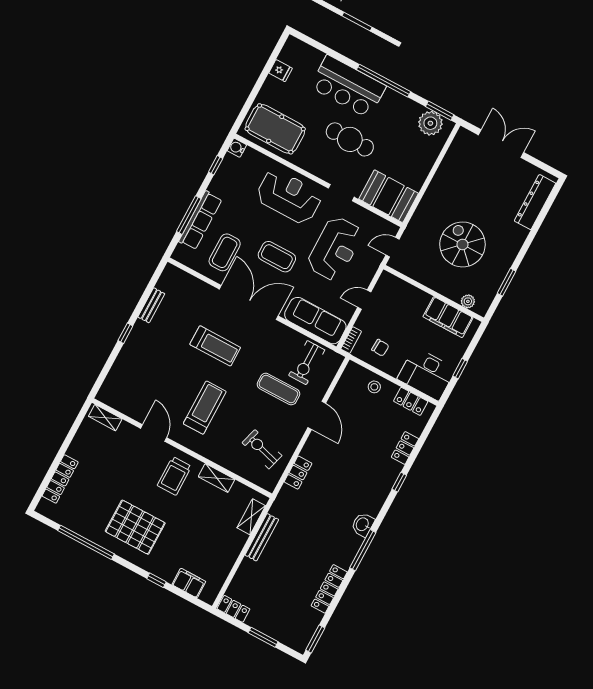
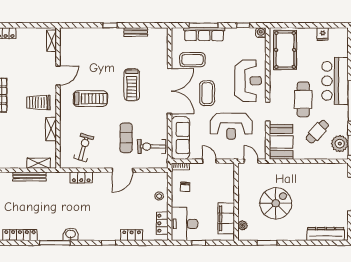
cafe table: (400, 143) -> (317, 132), added

